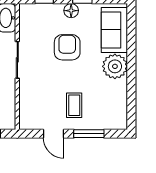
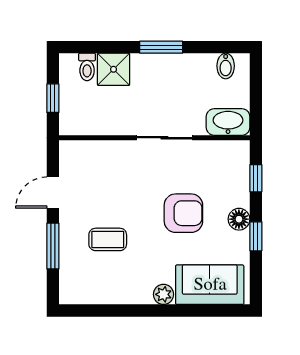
plant: (115, 66) -> (163, 294), width x0.53, depth x0.53
coffee table: (74, 105) -> (108, 239), moved

